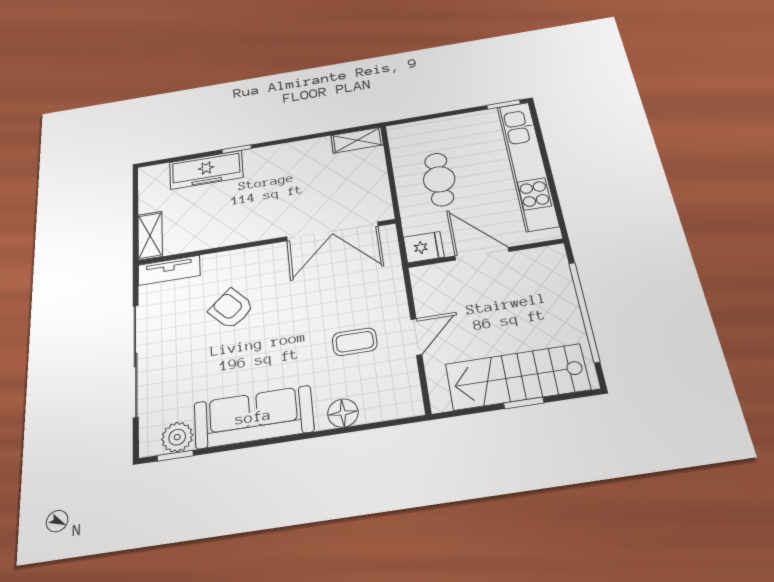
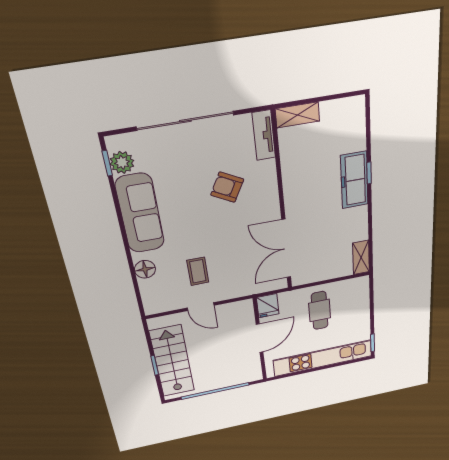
freezer: (206, 170) -> (354, 180), moved
cafe table: (439, 179) -> (320, 311), turned 90
armchair: (231, 309) -> (227, 187), turned -109

